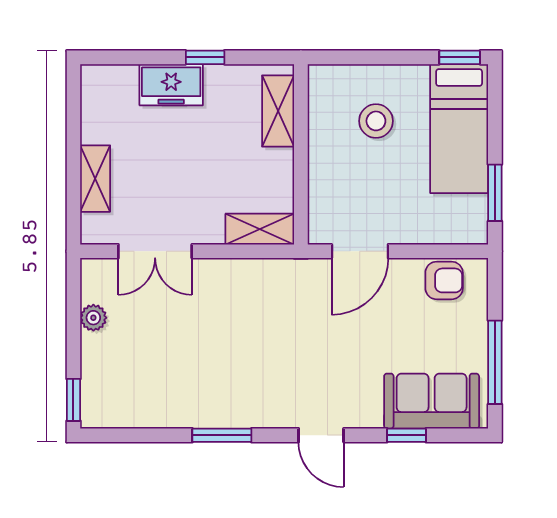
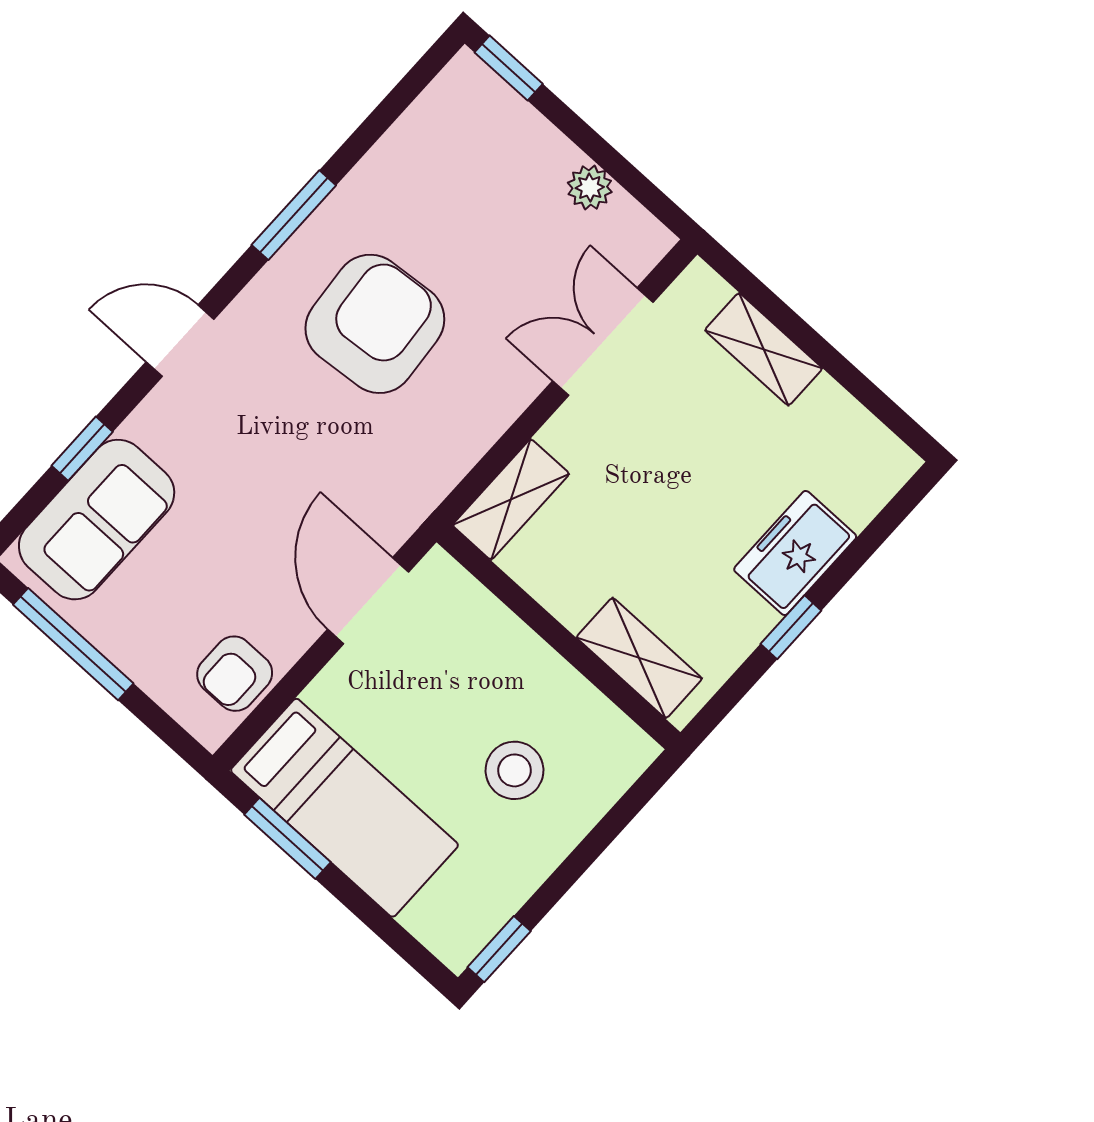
bed: (459, 129) -> (344, 808), moved, turned 180
armchair: (237, 357) -> (375, 324), added

